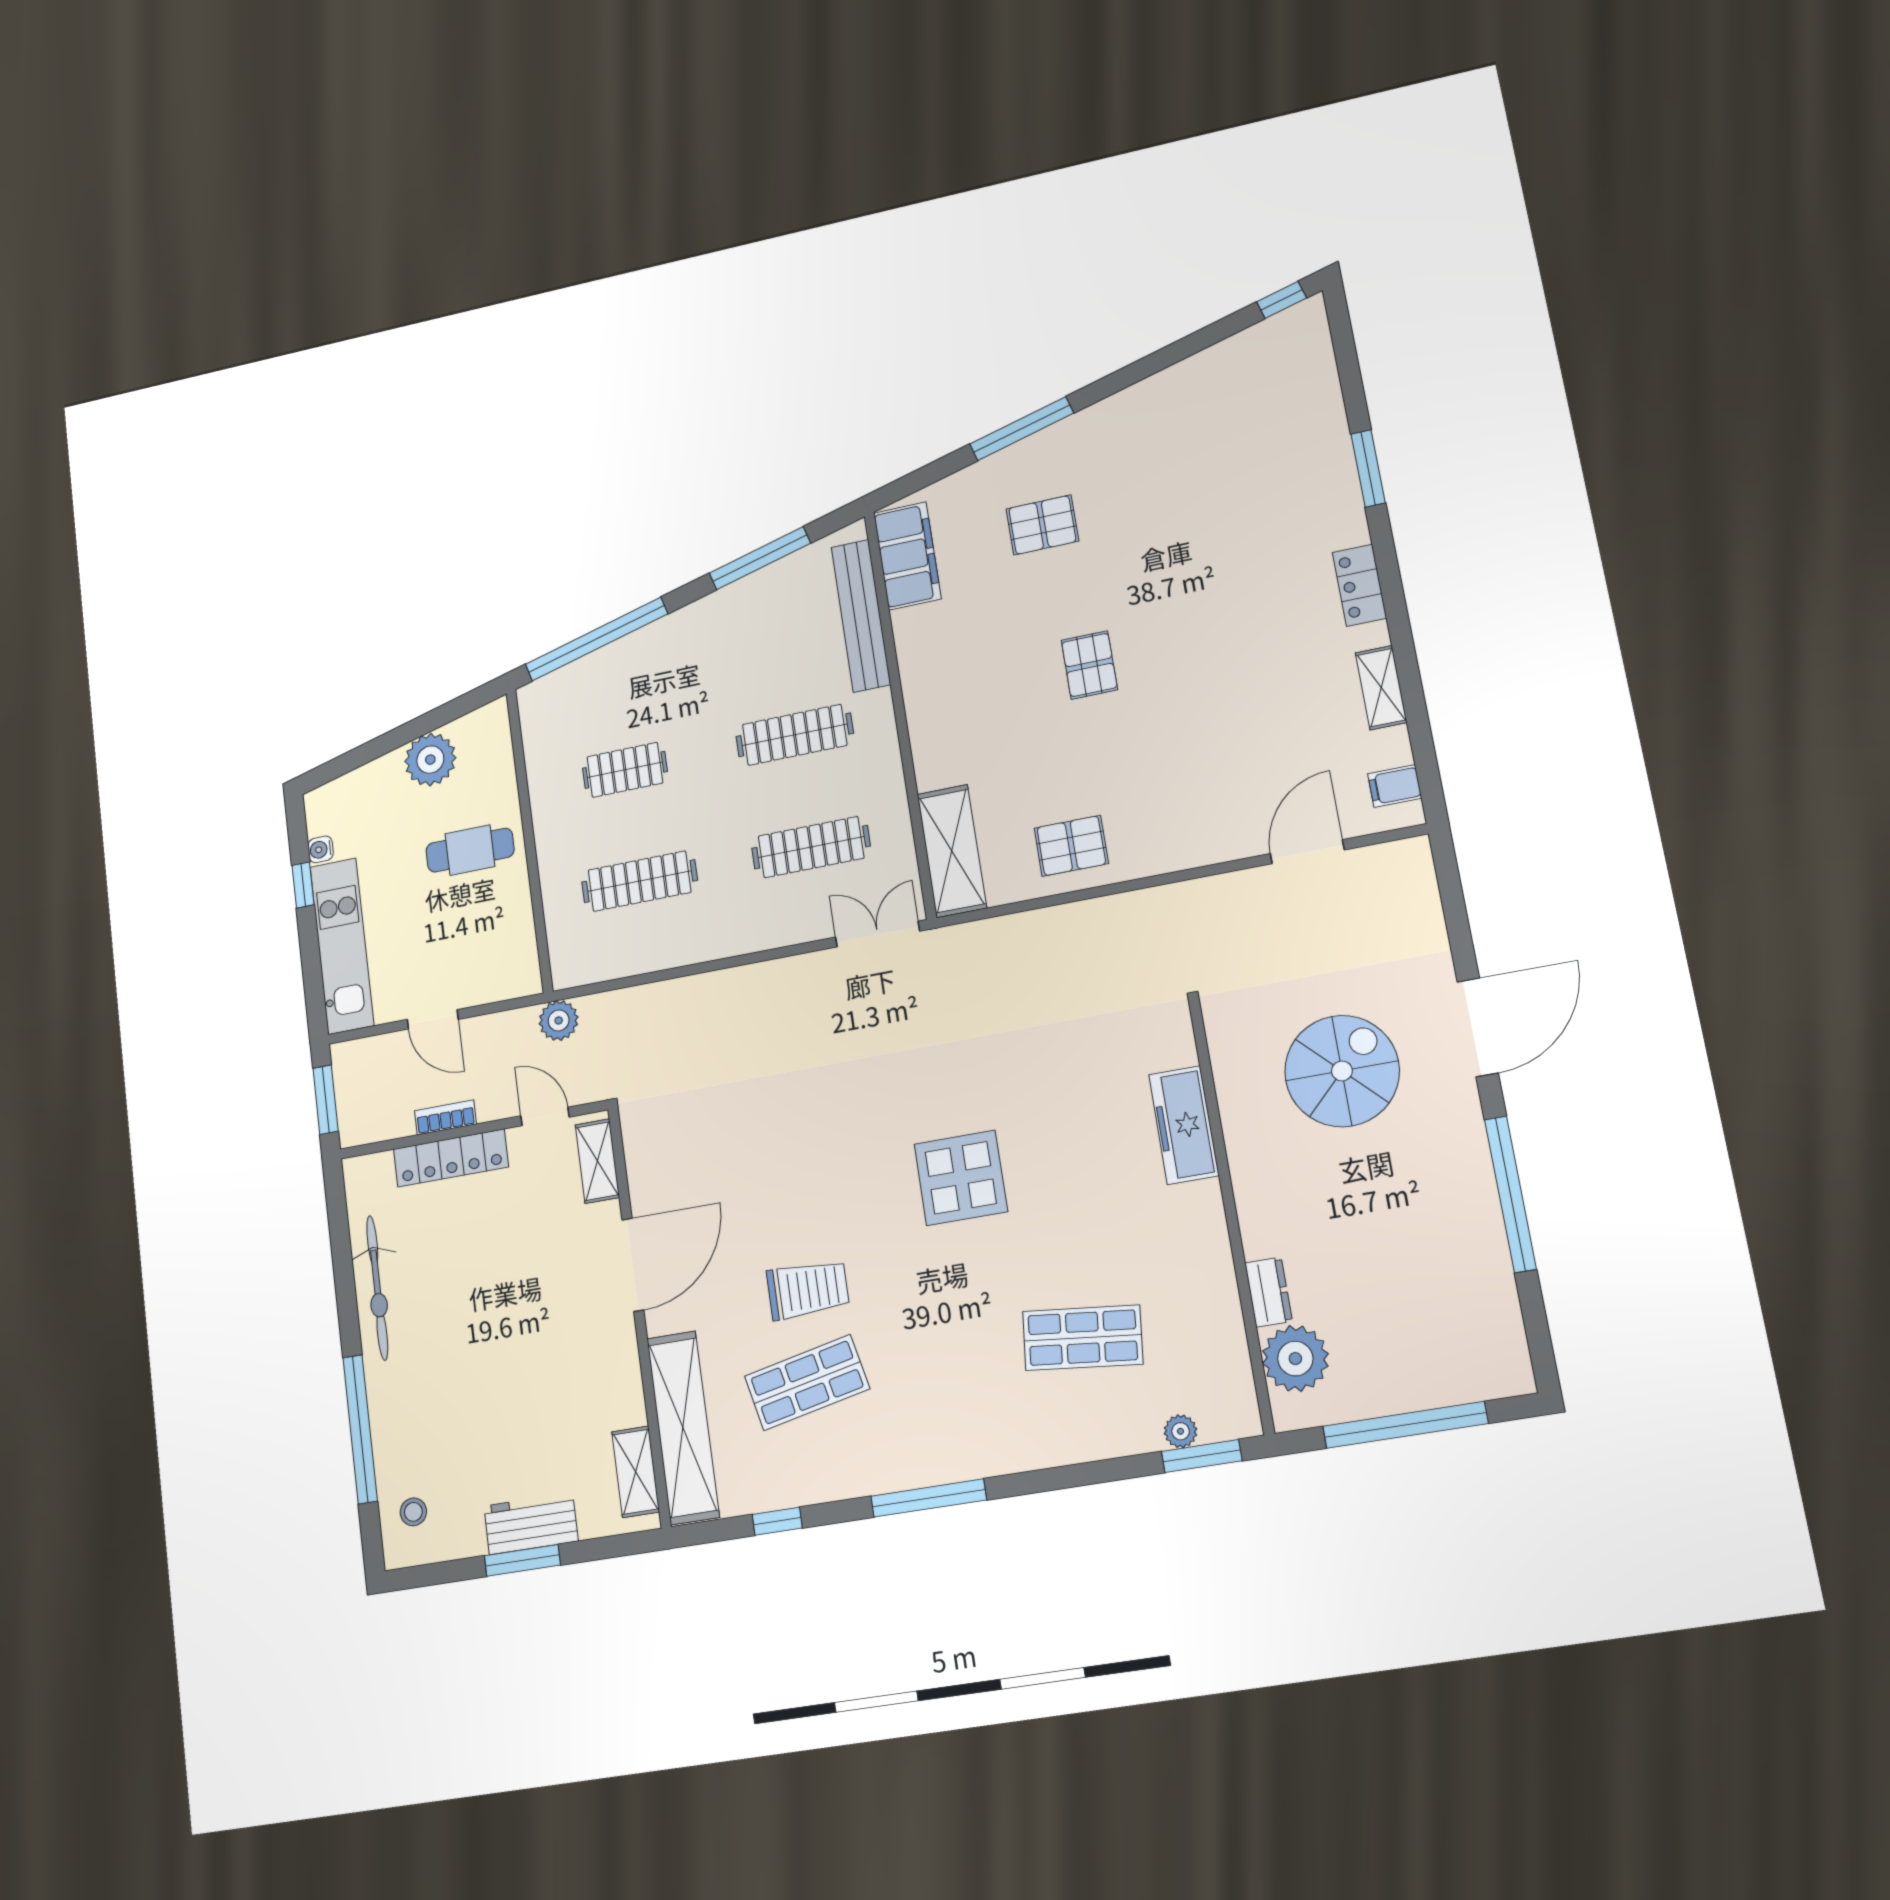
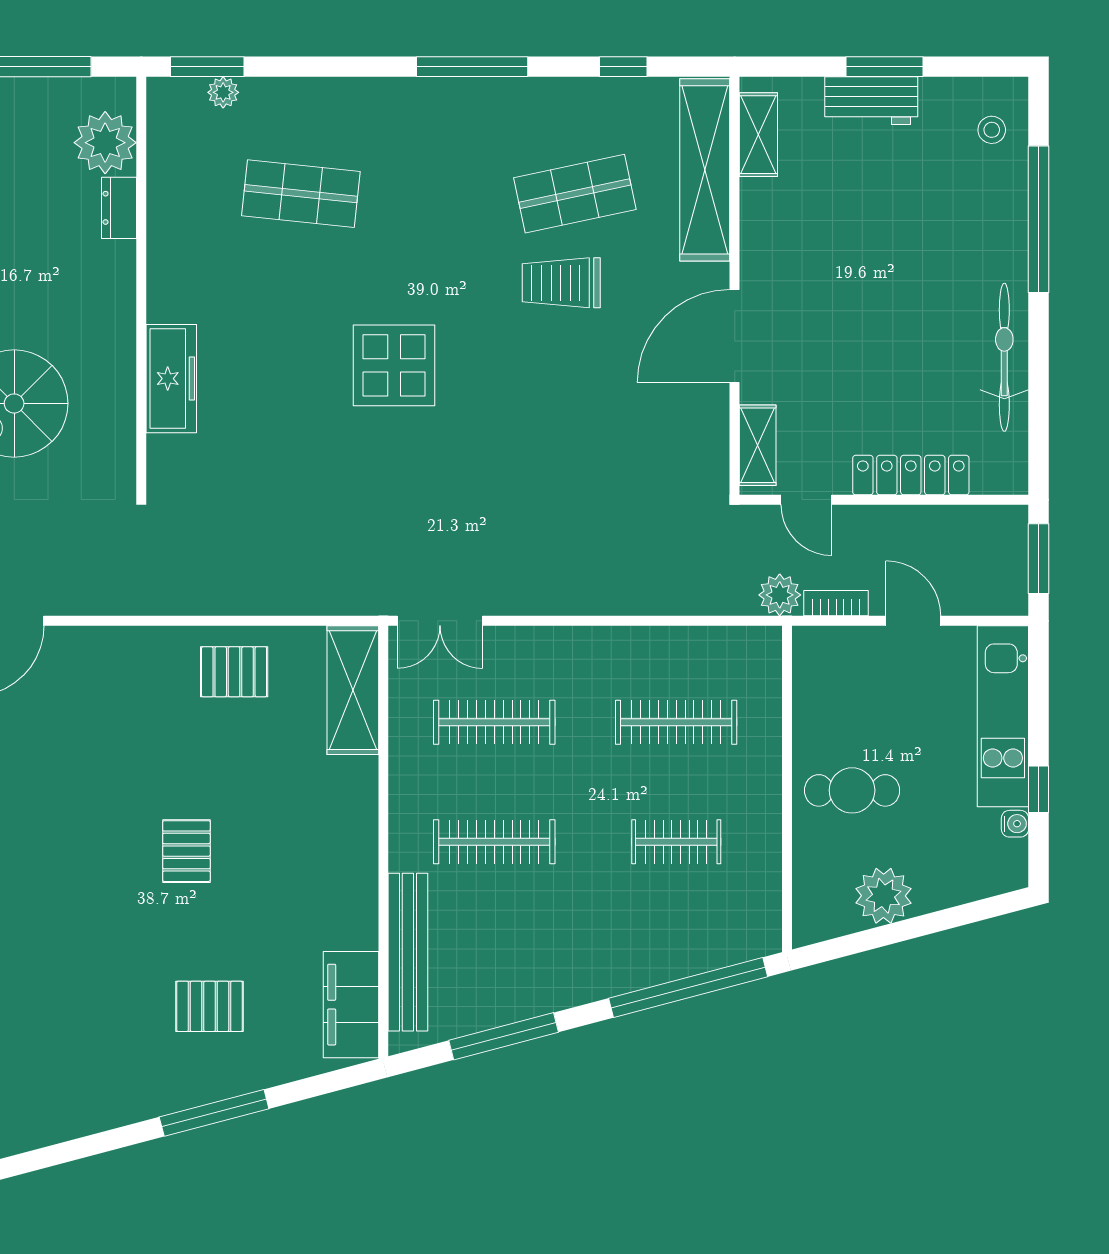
bookcase: (445, 1117) -> (836, 603), moved, turned 180

